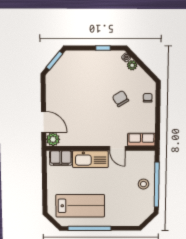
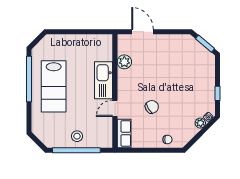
chair: (120, 99) -> (152, 107), moved
door: (44, 122) -> (143, 32), swing flipped
plant: (53, 139) -> (124, 62), moved
filing cabinet: (61, 158) -> (105, 49), removed
lab bench: (80, 206) -> (54, 86), moved

